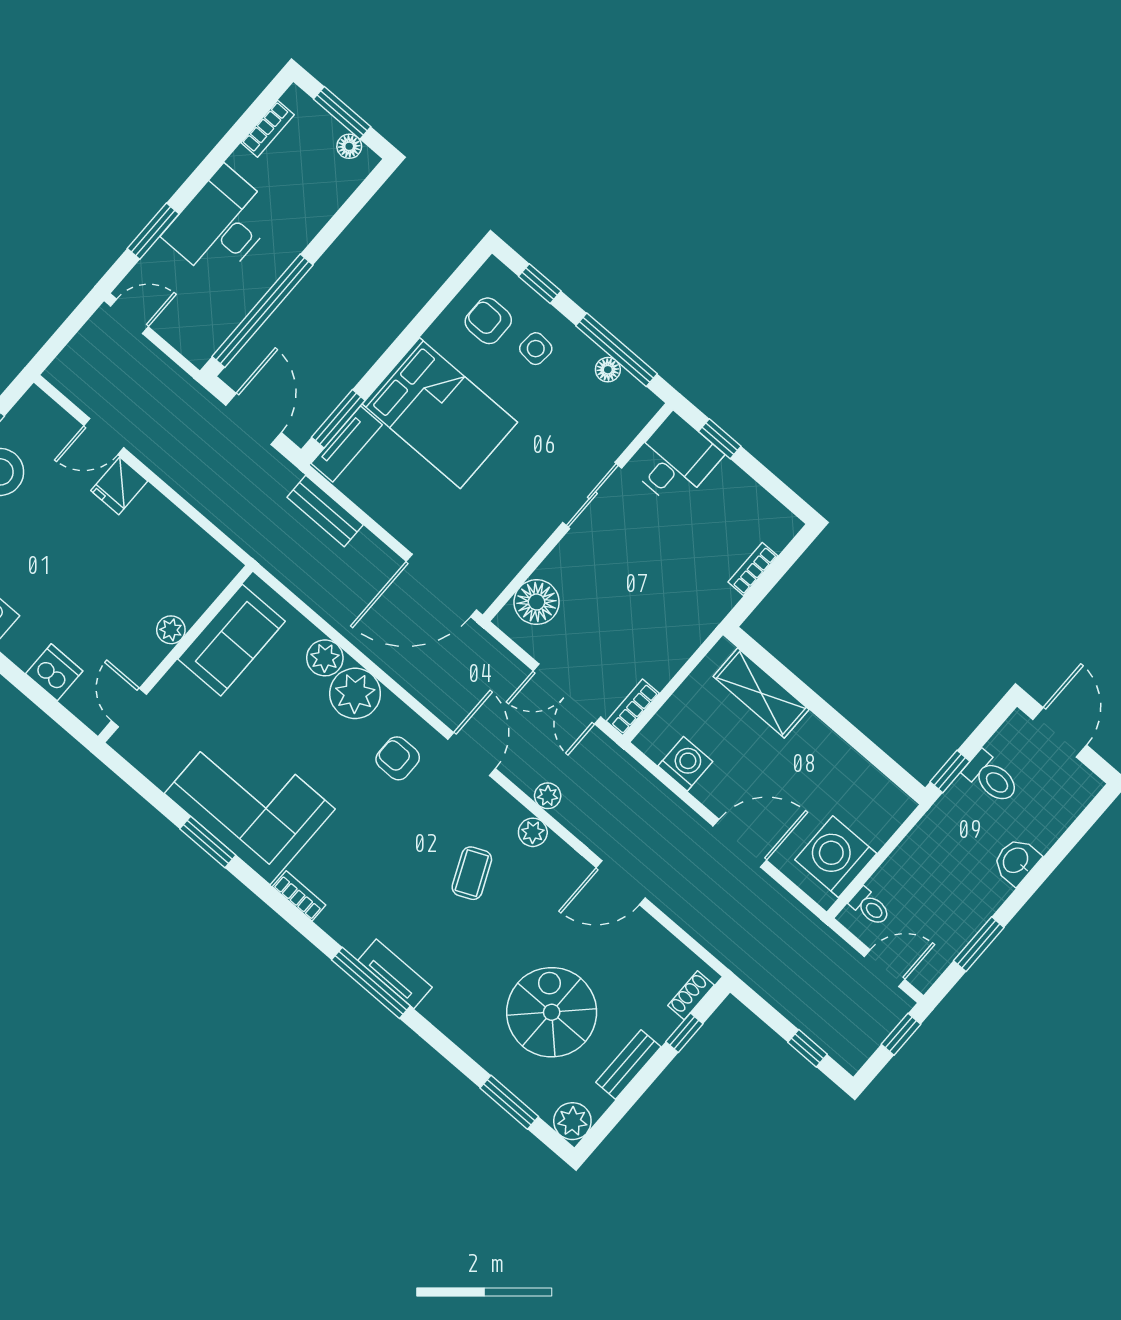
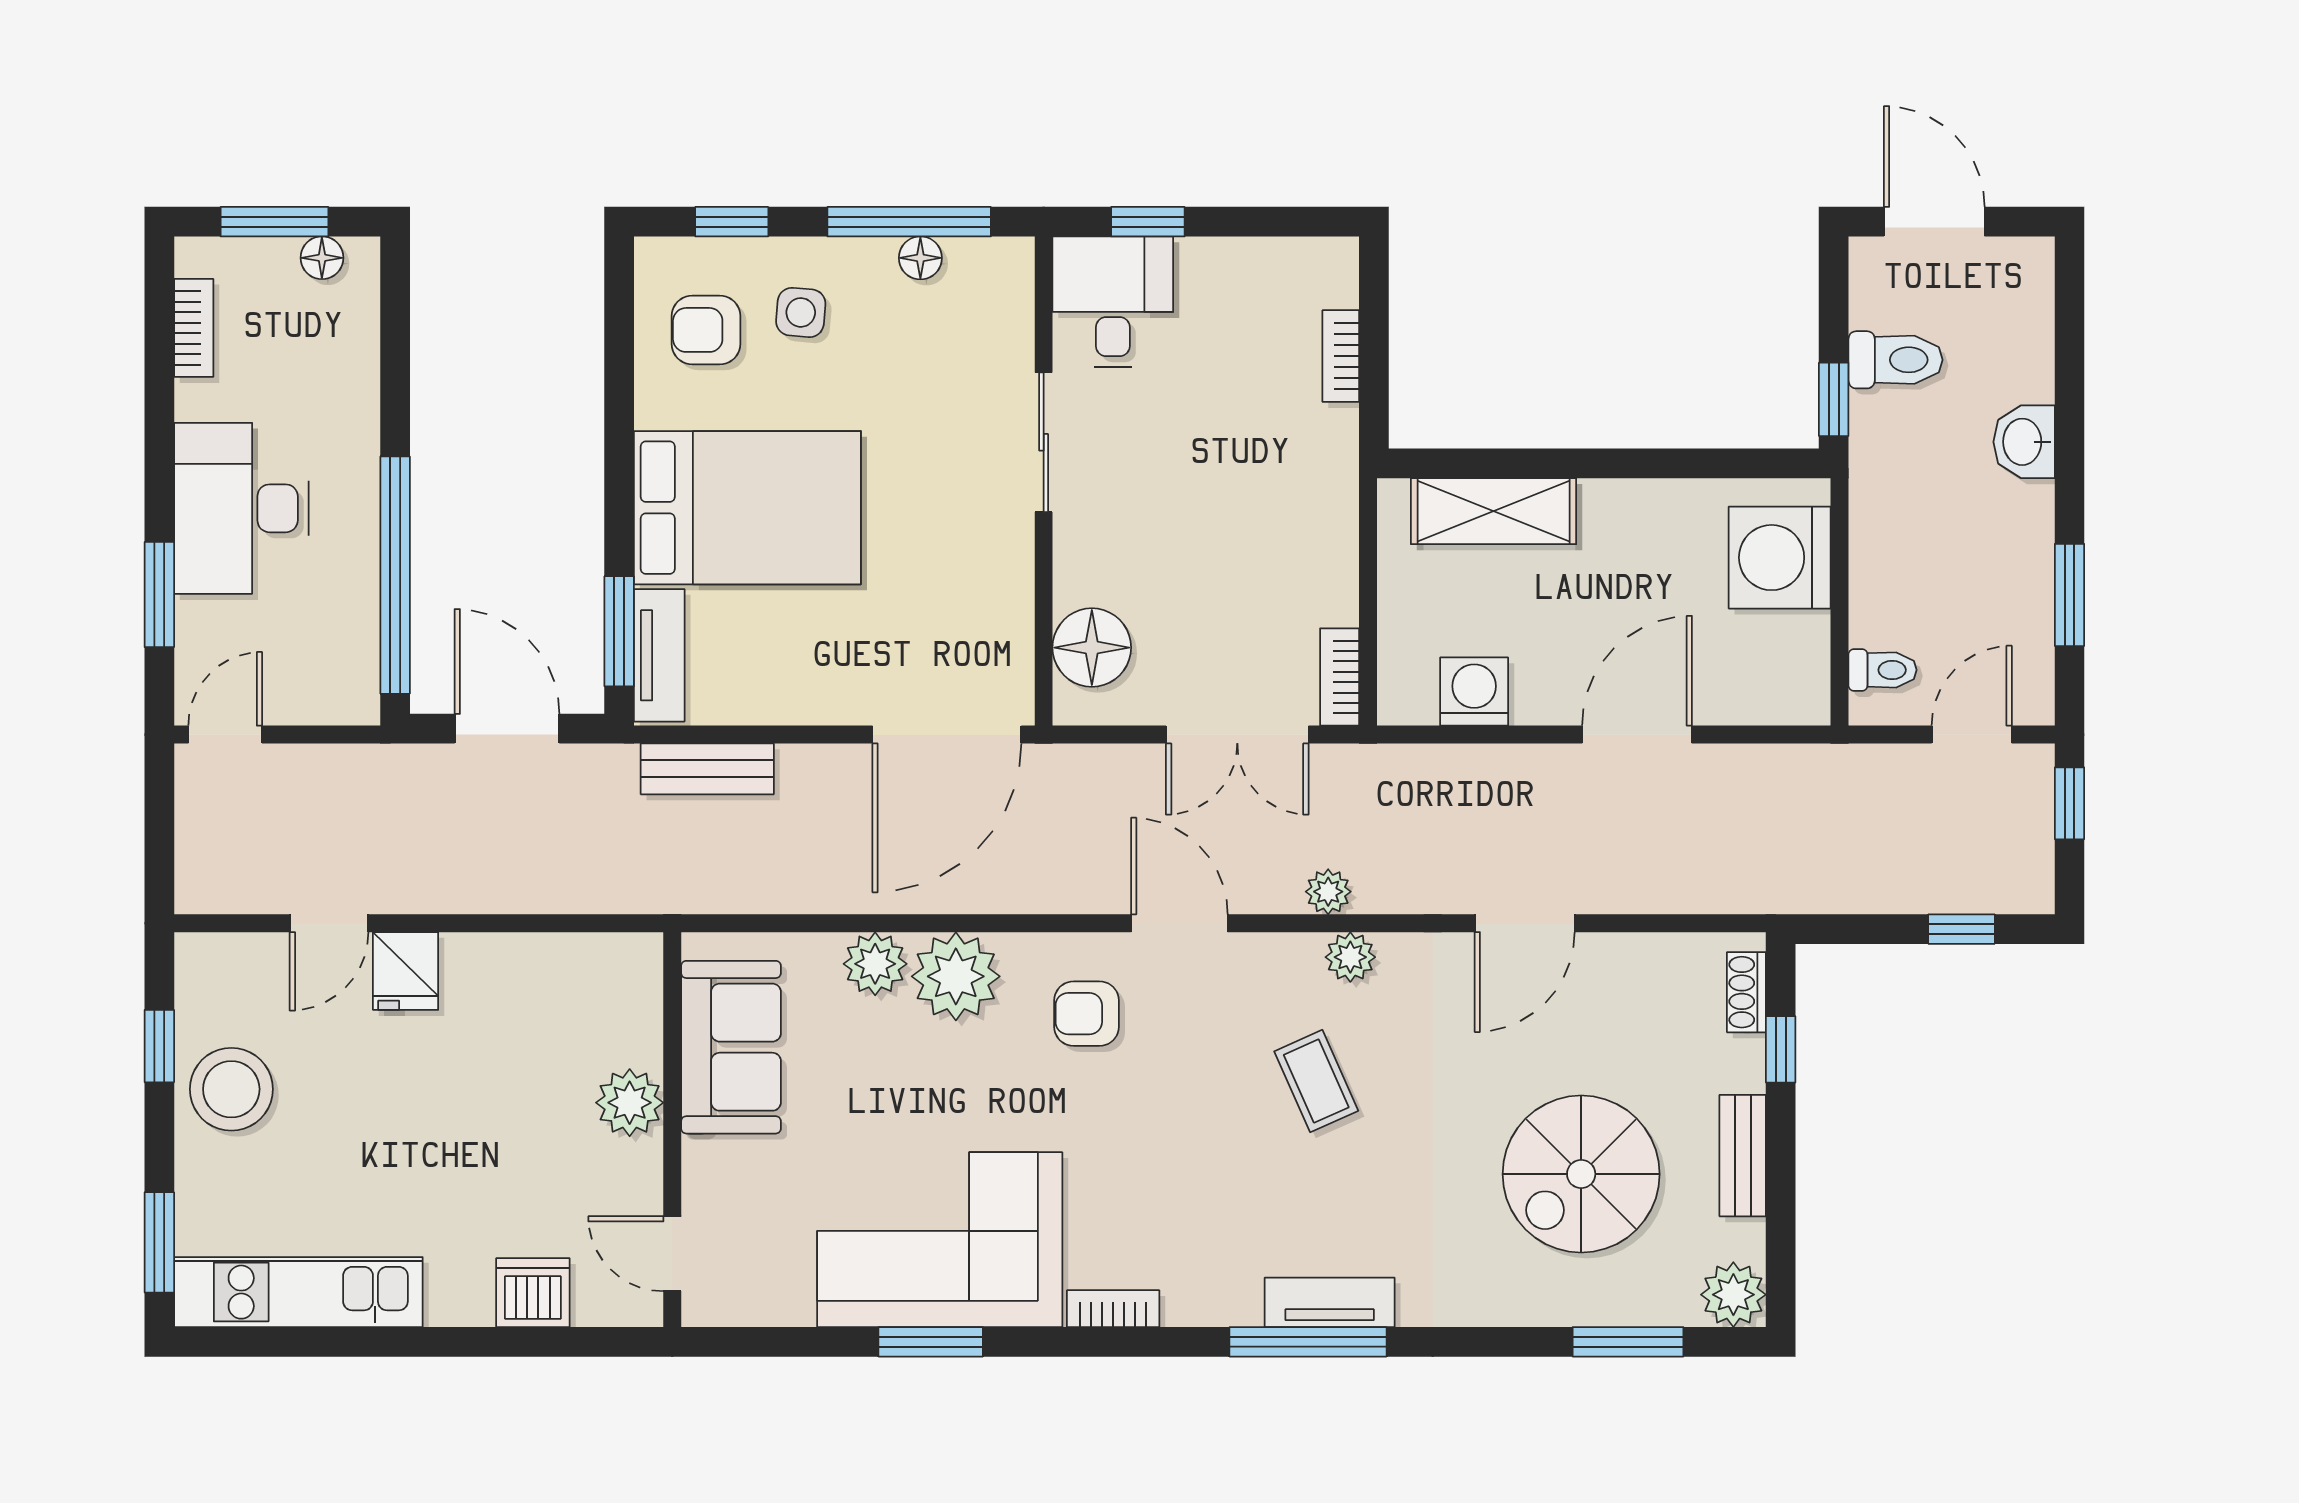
plant: (171, 630) -> (630, 1103), width x1.38, depth x1.38
washing machine: (836, 857) -> (1780, 558), moved
spiral stairs: (552, 1012) -> (1581, 1174), turned -90

